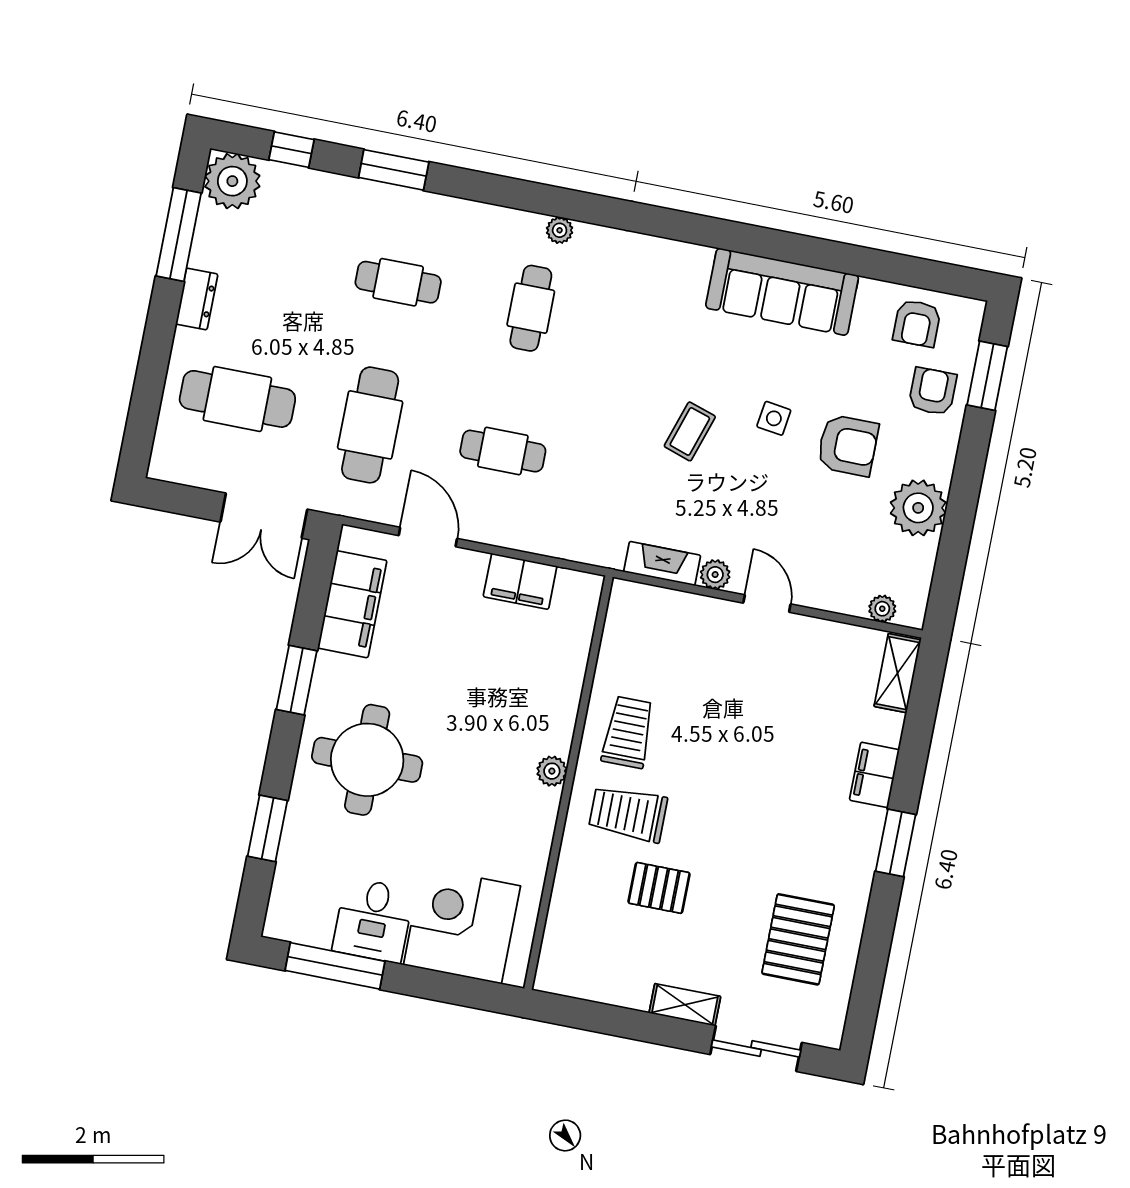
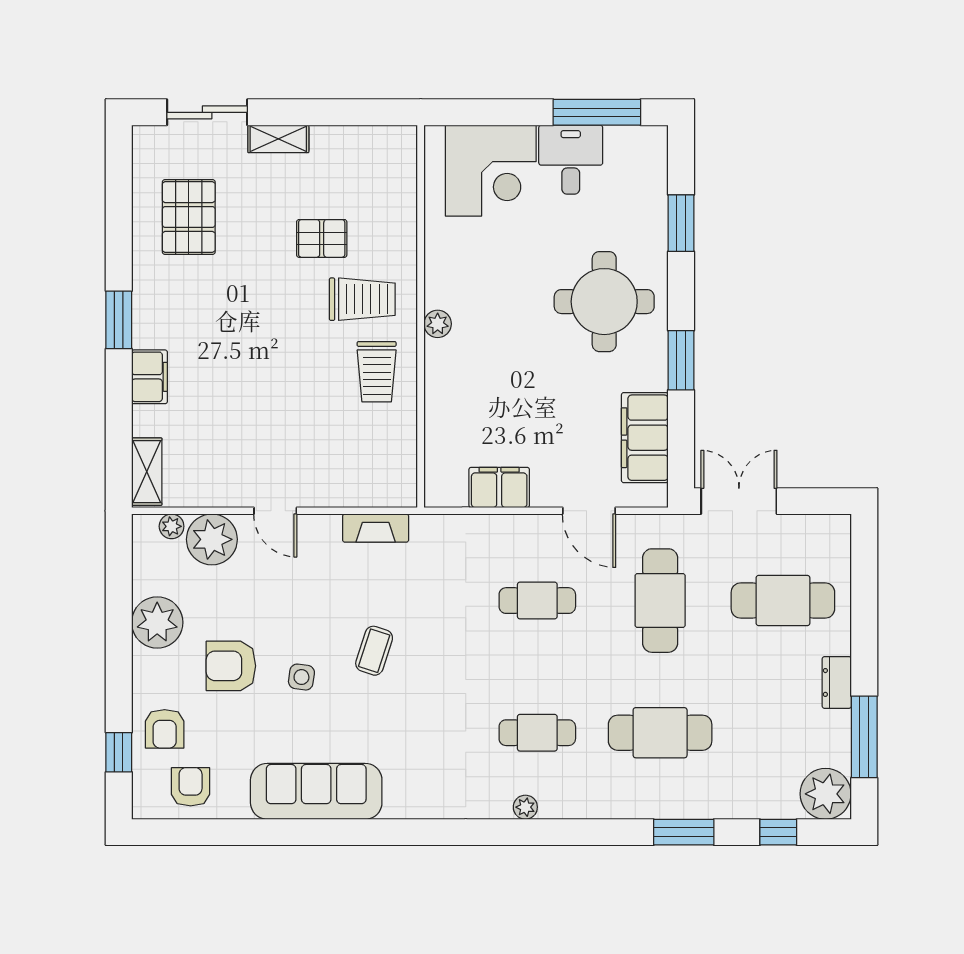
cafe table: (398, 282) -> (660, 733), width x1.37, depth x1.35
cafe table: (531, 308) -> (537, 733), turned 90
window: (987, 376) -> (119, 752), width x0.67
plant: (715, 575) -> (212, 539), moved, width x1.87, depth x1.87

